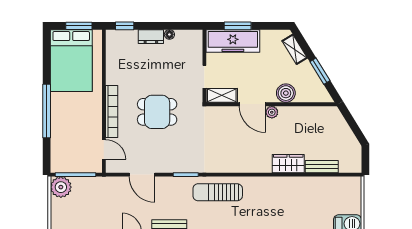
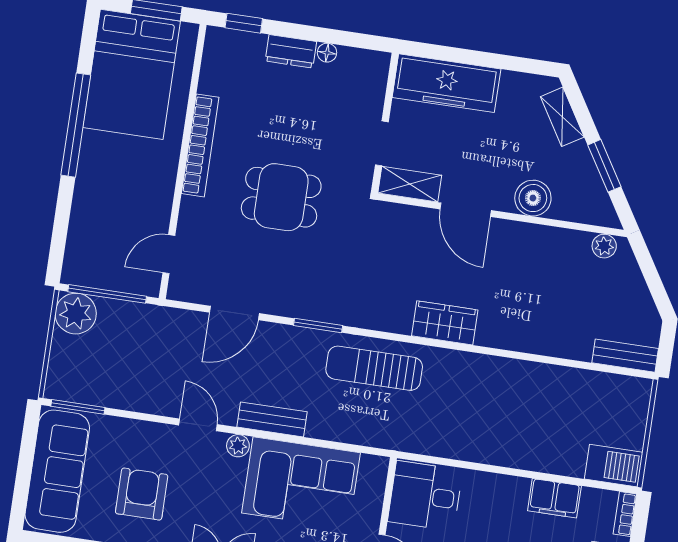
window: (238, 26) -> (460, 56), removed
window: (47, 111) -> (76, 125), moved
bookcase: (112, 112) -> (200, 145), moved
plant: (272, 112) -> (604, 246), moved
door: (104, 150) -> (169, 254), swing flipped
wardrobe: (288, 164) -> (445, 323), moved
bench: (322, 167) -> (625, 356), moved
door: (142, 175) -> (234, 313), hinge flipped

